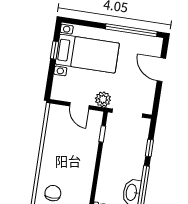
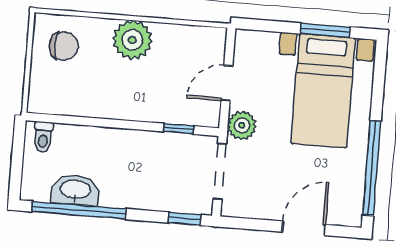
window: (55, 50) -> (325, 30), width x1.50
window: (149, 148) -> (185, 219), moved
plant: (52, 156) -> (132, 40), added

